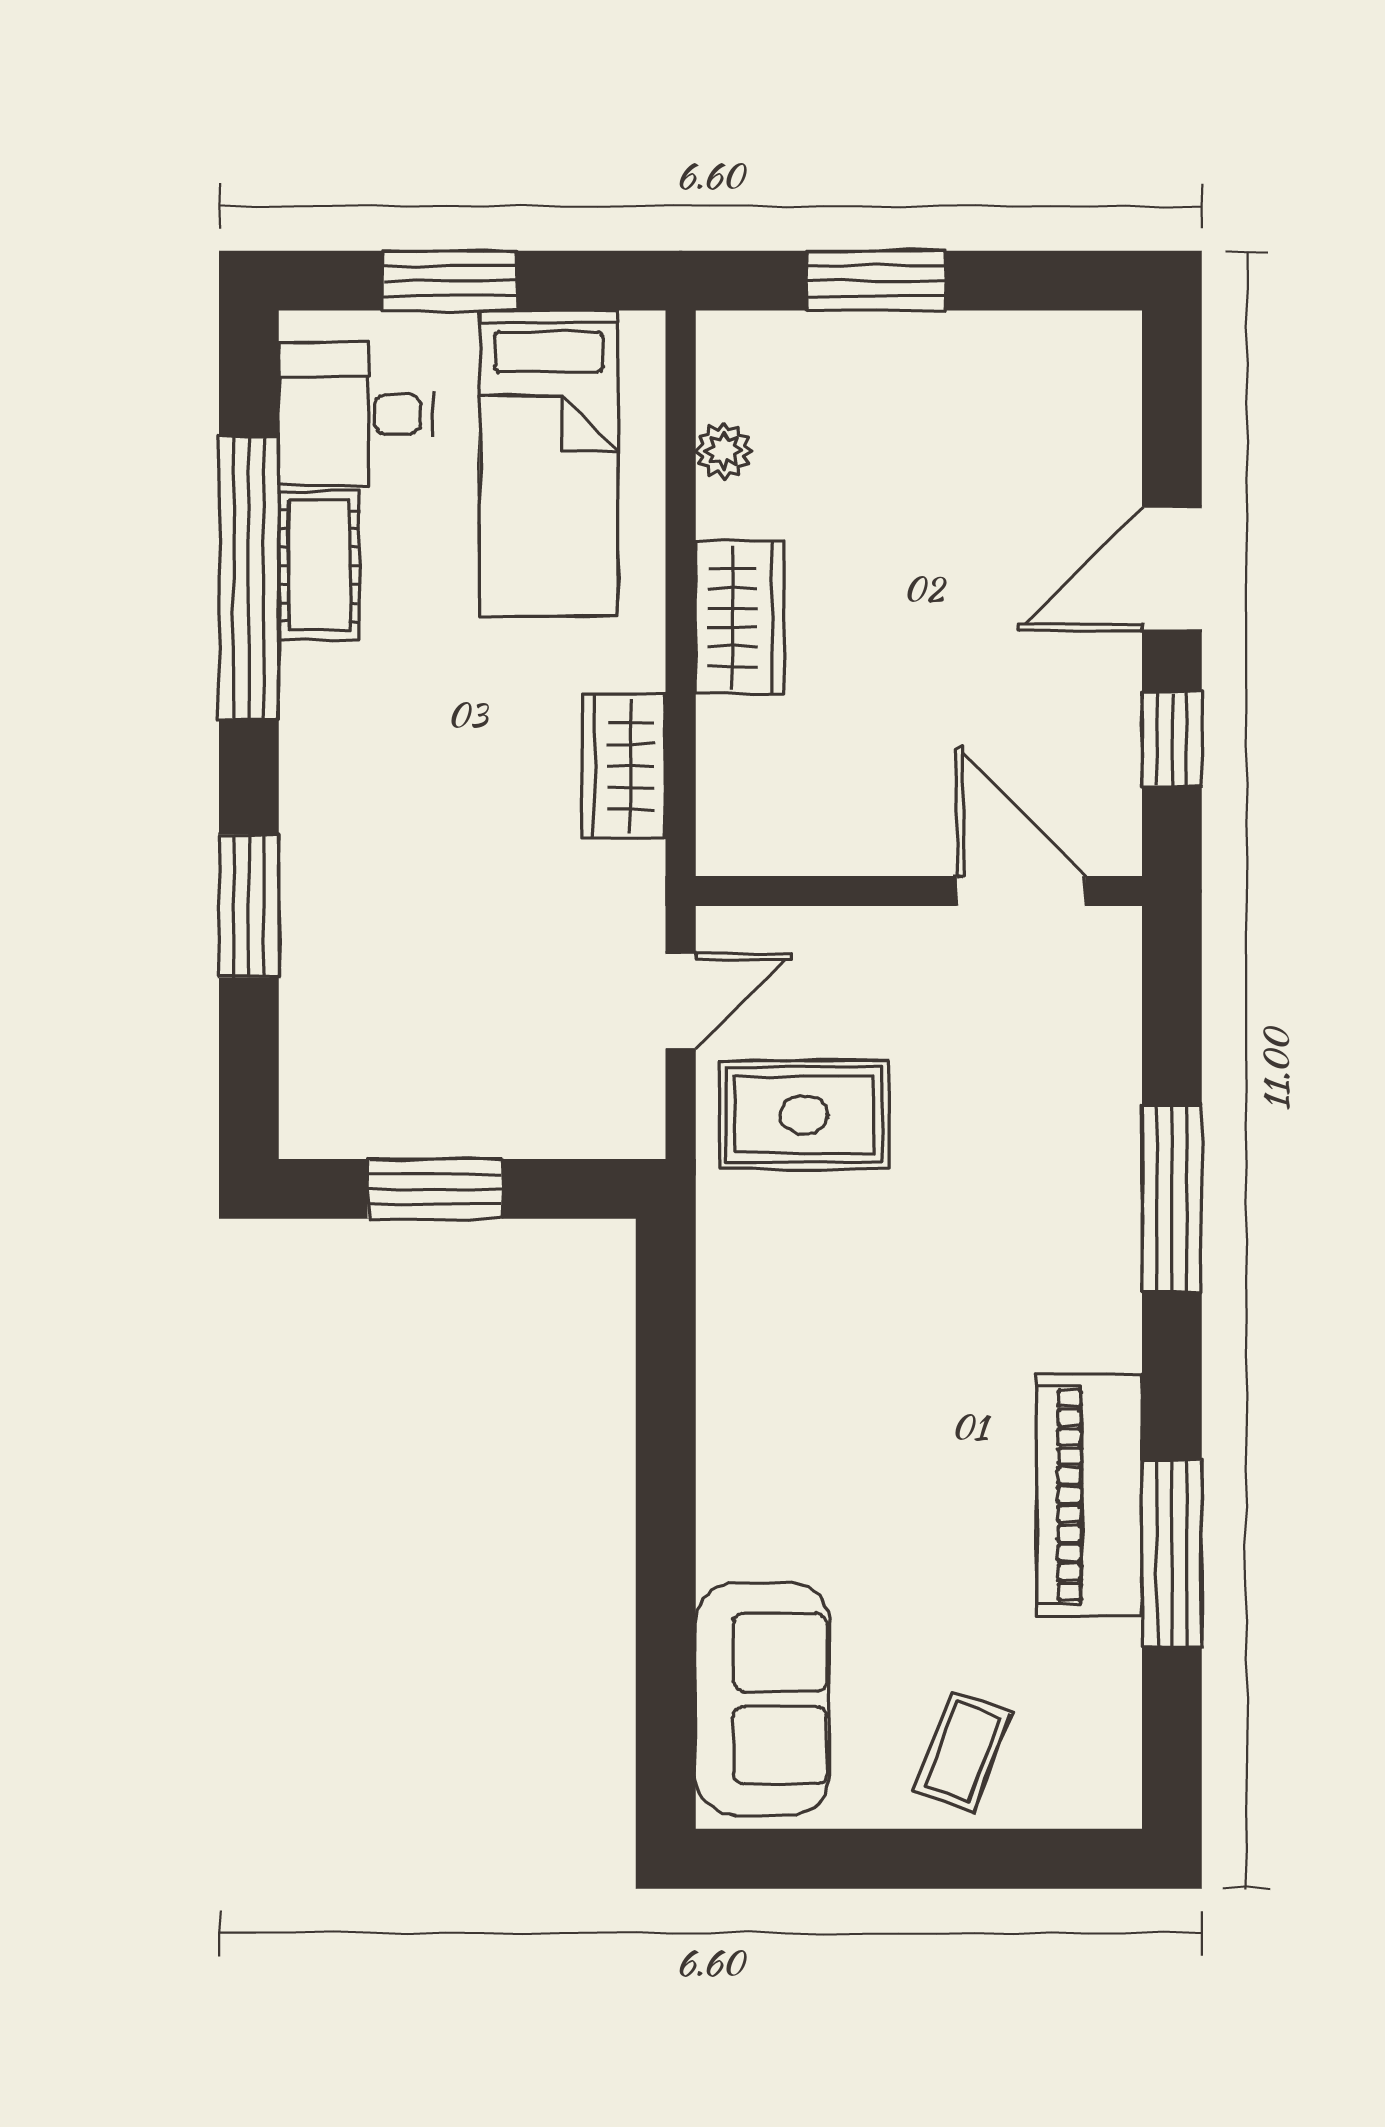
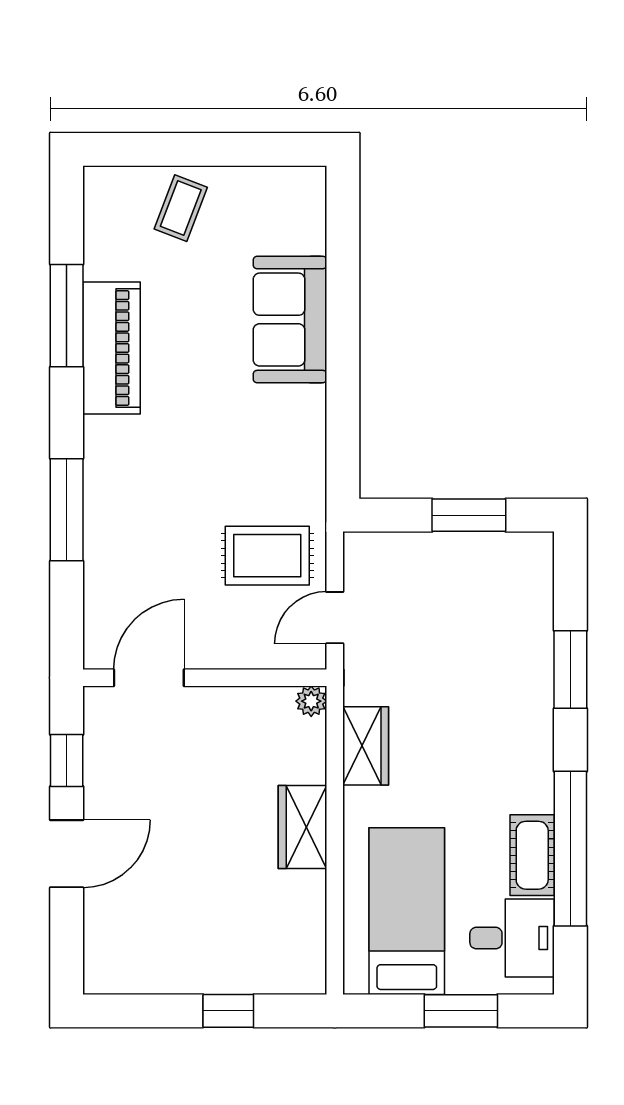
window: (876, 281) -> (228, 1011), width x0.67
plant: (724, 450) -> (311, 701), moved
door: (1021, 891) -> (149, 678), swing flipped
sofa: (763, 1699) -> (290, 320), moved

